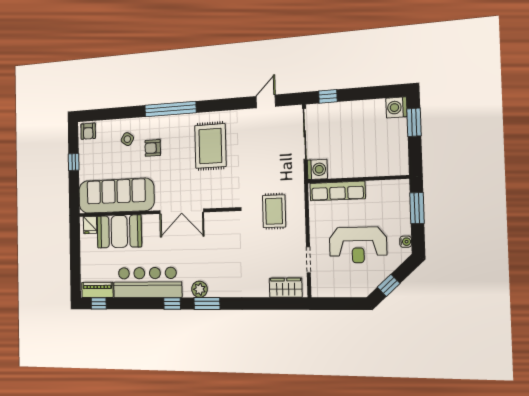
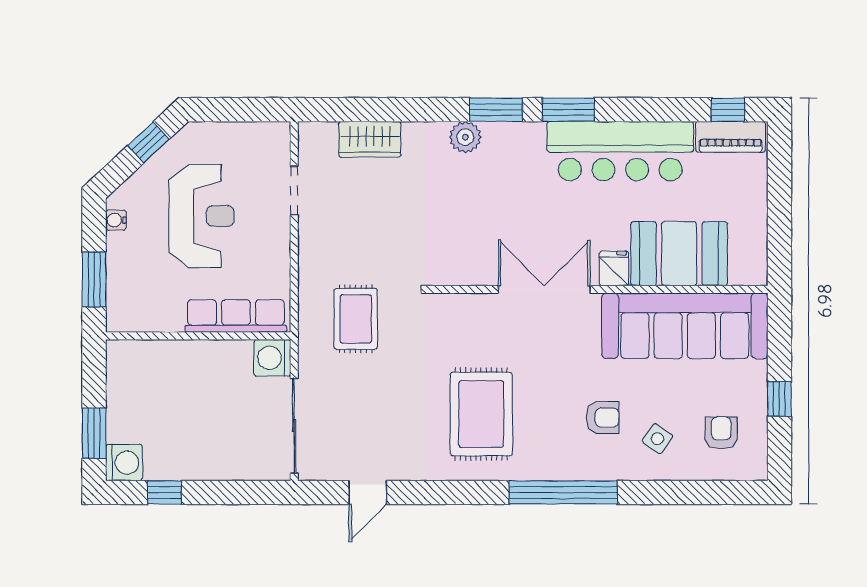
window: (328, 96) -> (164, 492), moved
armchair: (88, 131) -> (721, 433), moved
rug: (274, 211) -> (356, 319), moved
fridge: (90, 225) -> (614, 268), moved
reception desk: (358, 245) -> (201, 216), turned 90
wardrobe: (286, 288) -> (370, 139), moved
plant: (200, 289) -> (465, 137), moved
window: (172, 303) -> (568, 110), width x1.50

